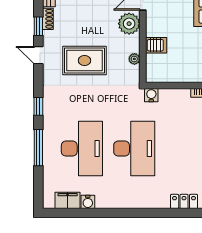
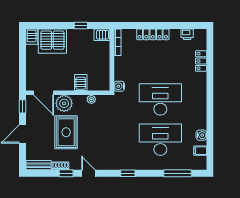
door: (38, 55) -> (88, 173), swing flipped
rug: (84, 60) -> (66, 132), moved
window: (38, 148) -> (177, 173), moved
filing cabinet: (68, 200) -> (200, 151), width x0.50

